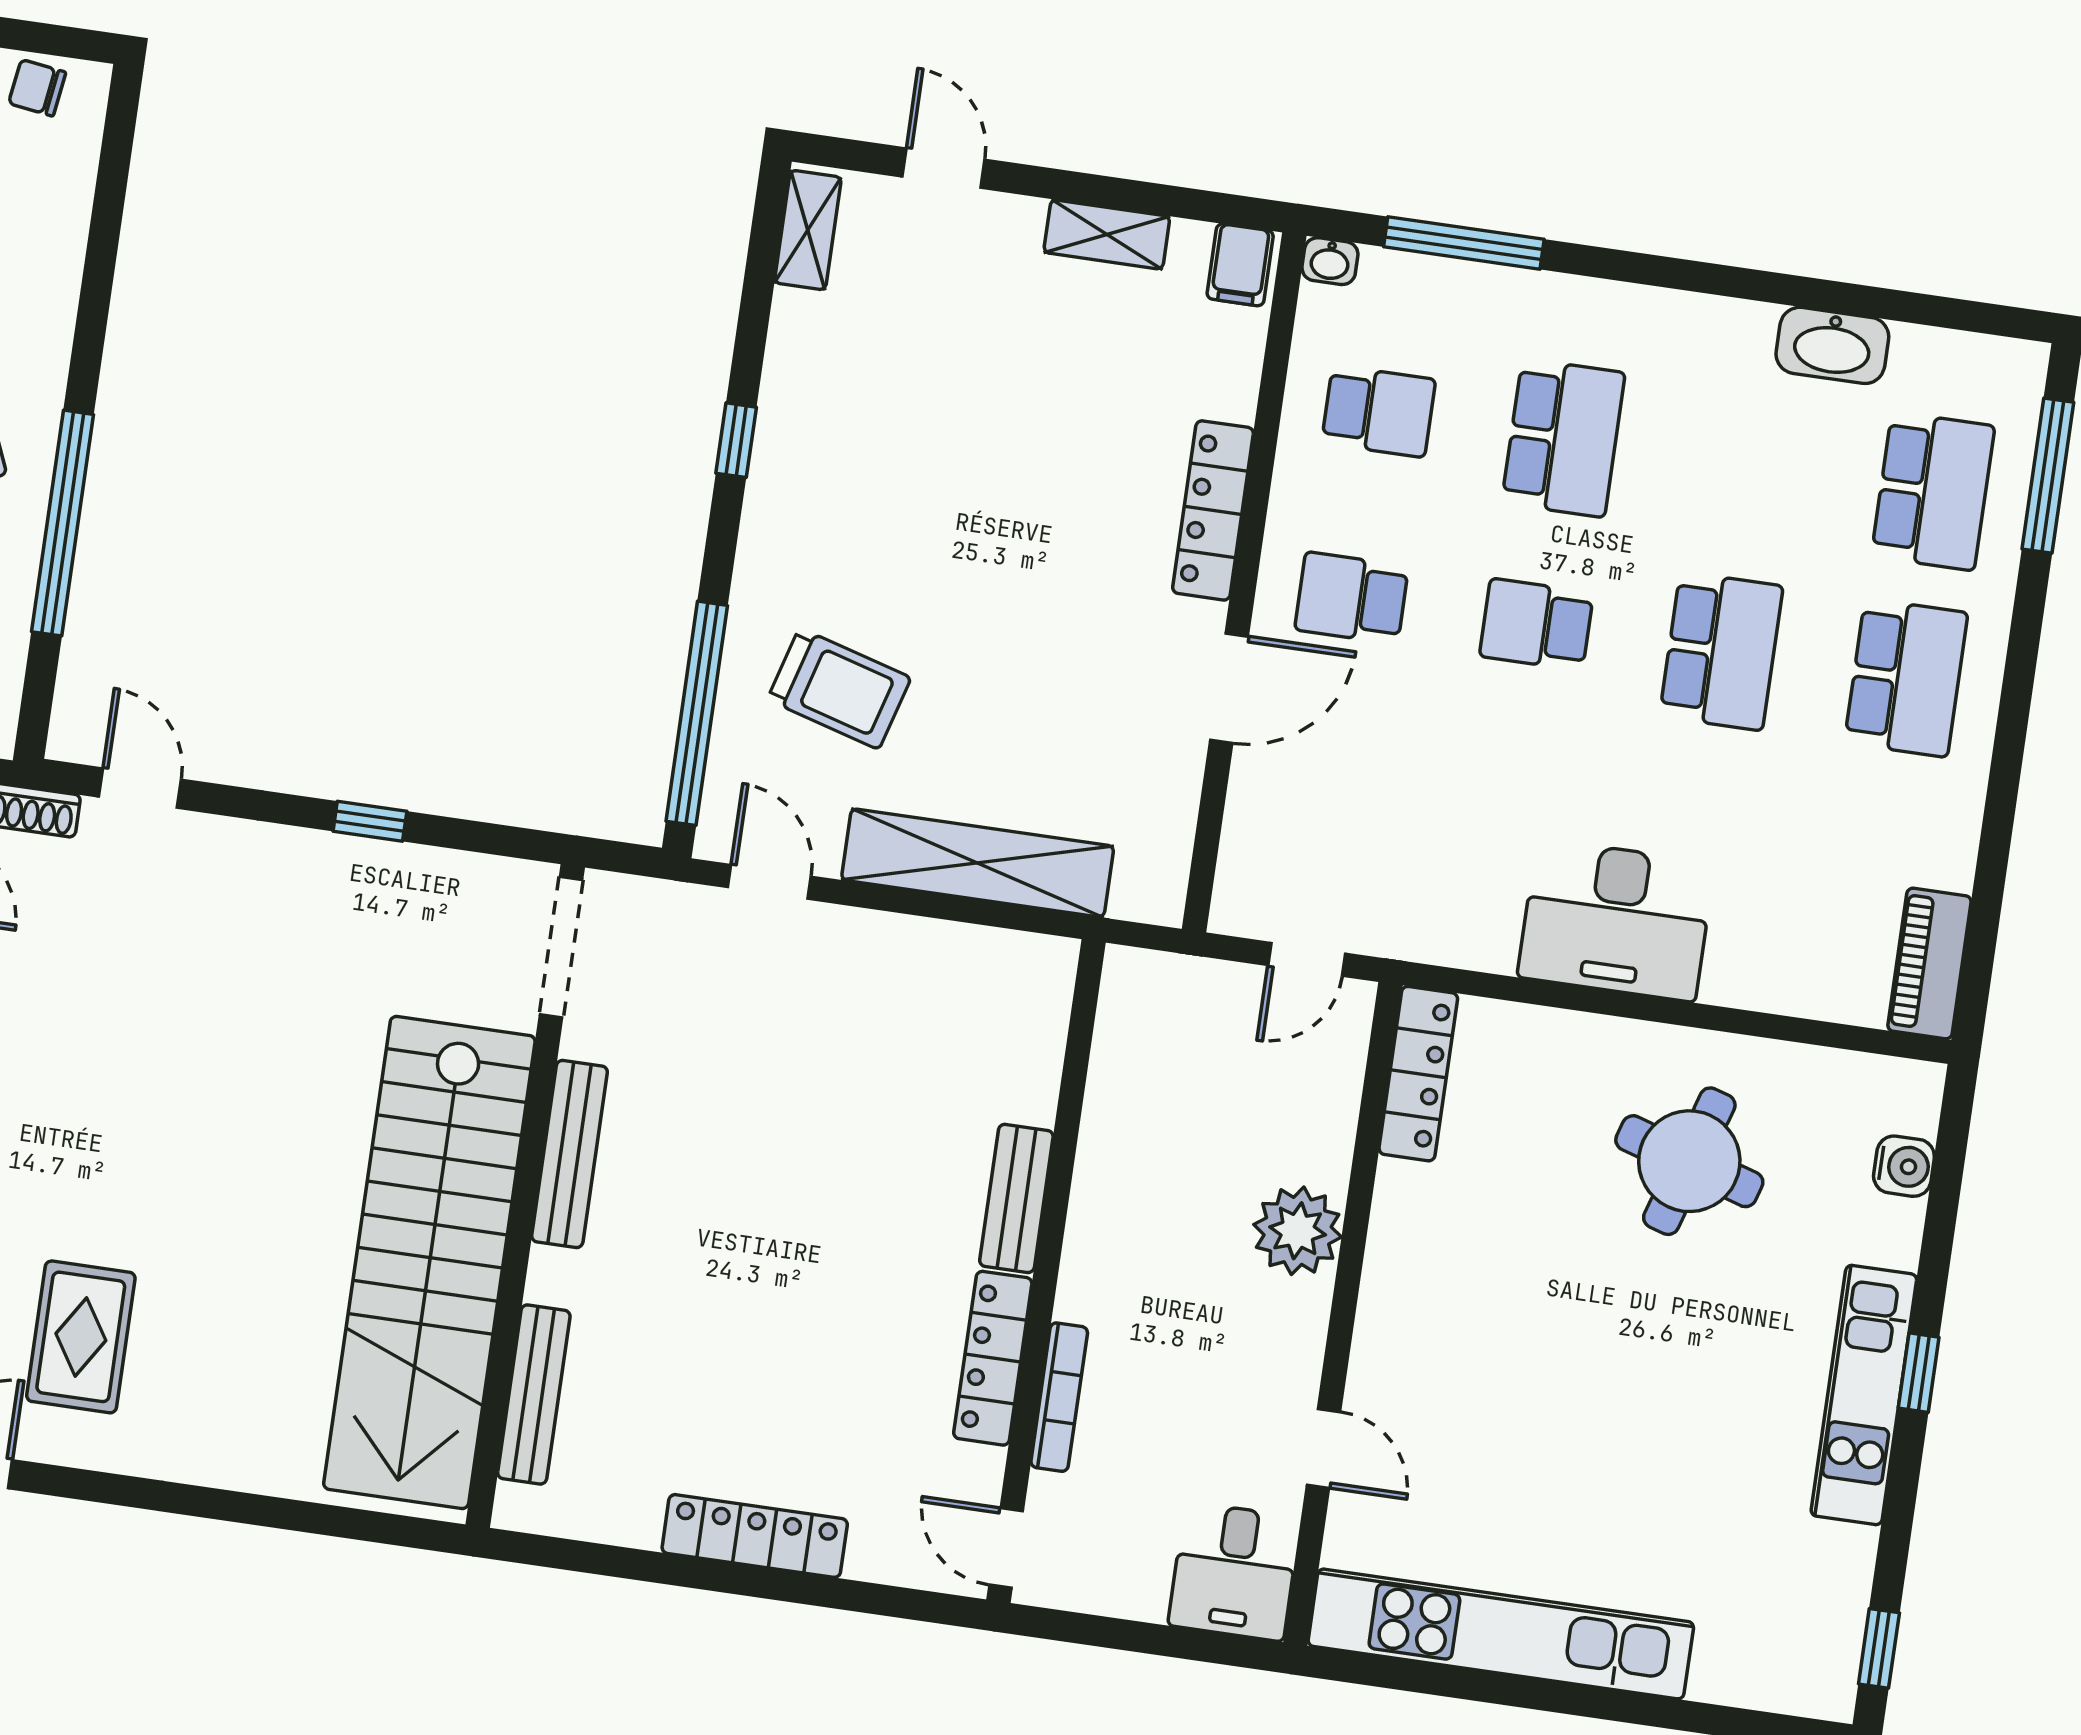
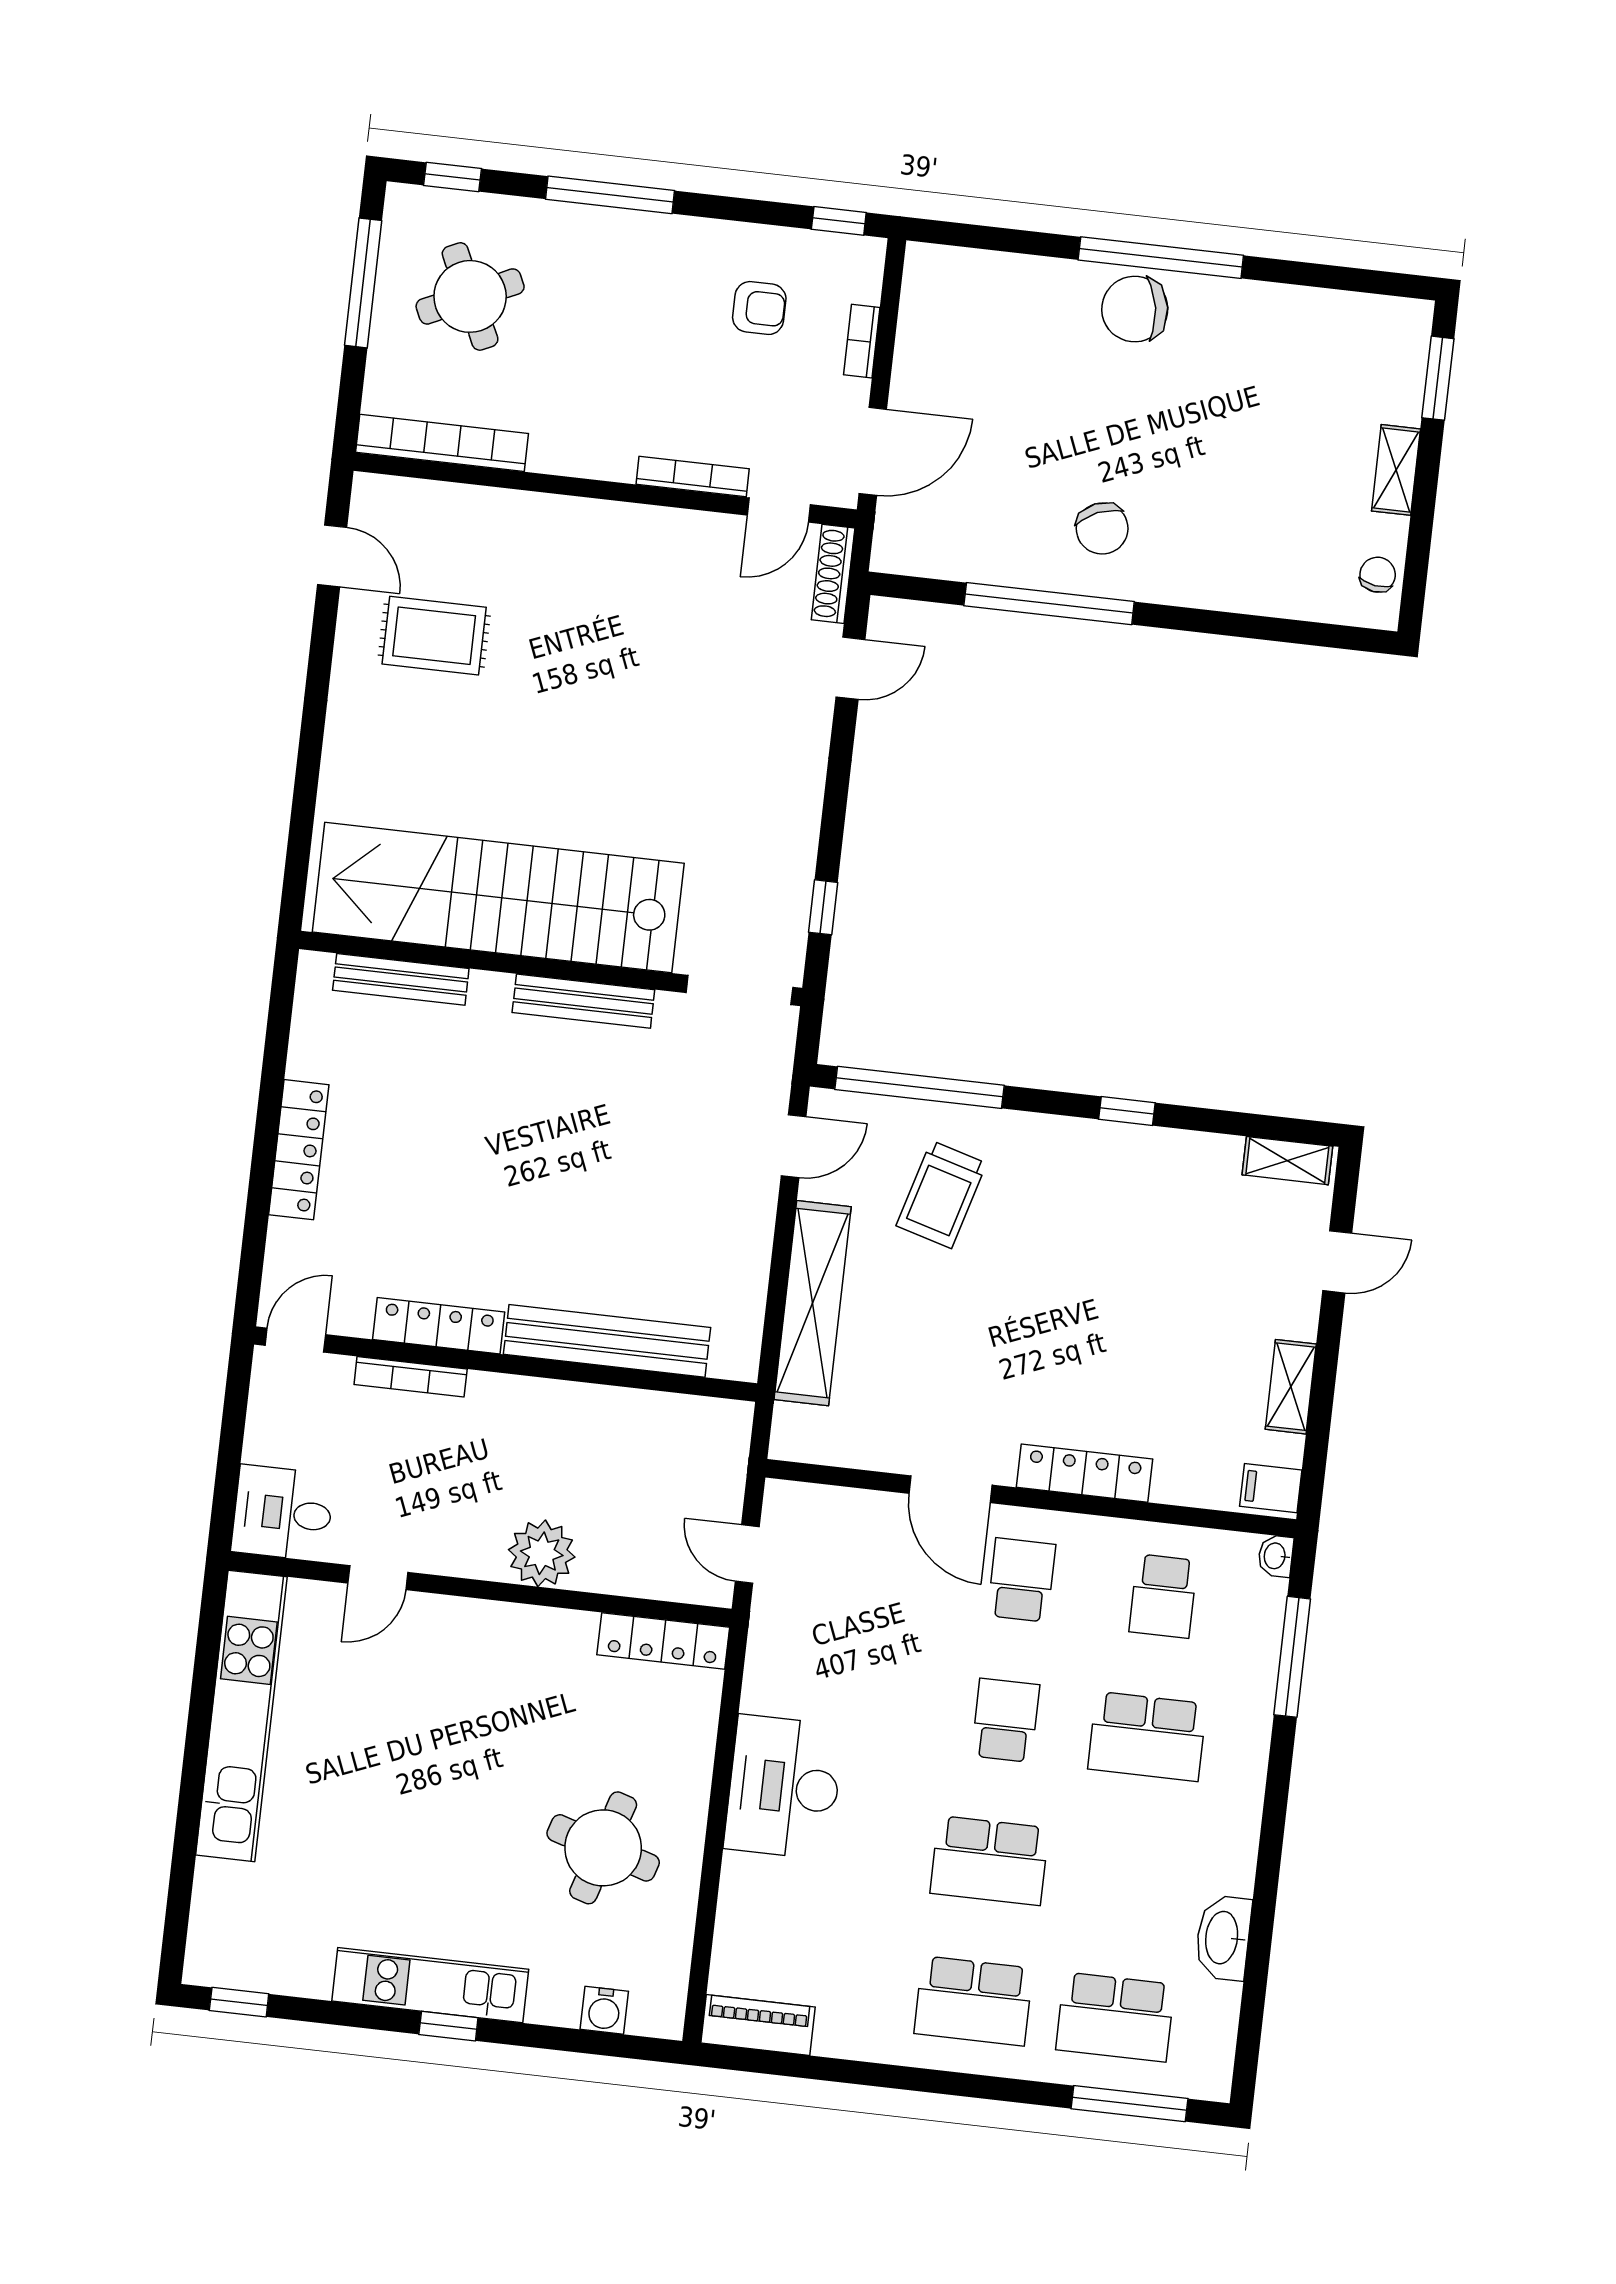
window: (370, 821) -> (823, 907), moved
bench: (1016, 1198) -> (607, 1341), width x1.86, depth x1.21

